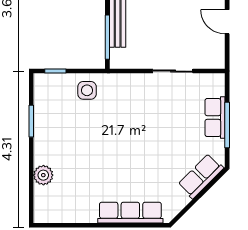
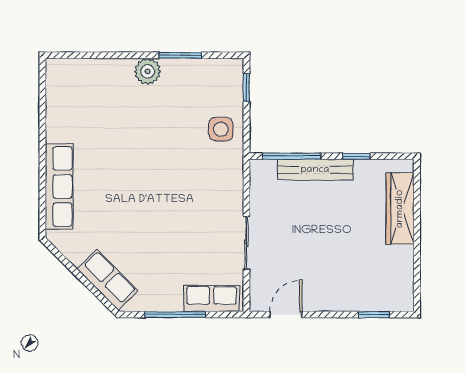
door: (227, 22) -> (286, 315), moved
row of seats: (215, 118) -> (212, 299), moved
plant: (43, 175) -> (148, 71), moved

